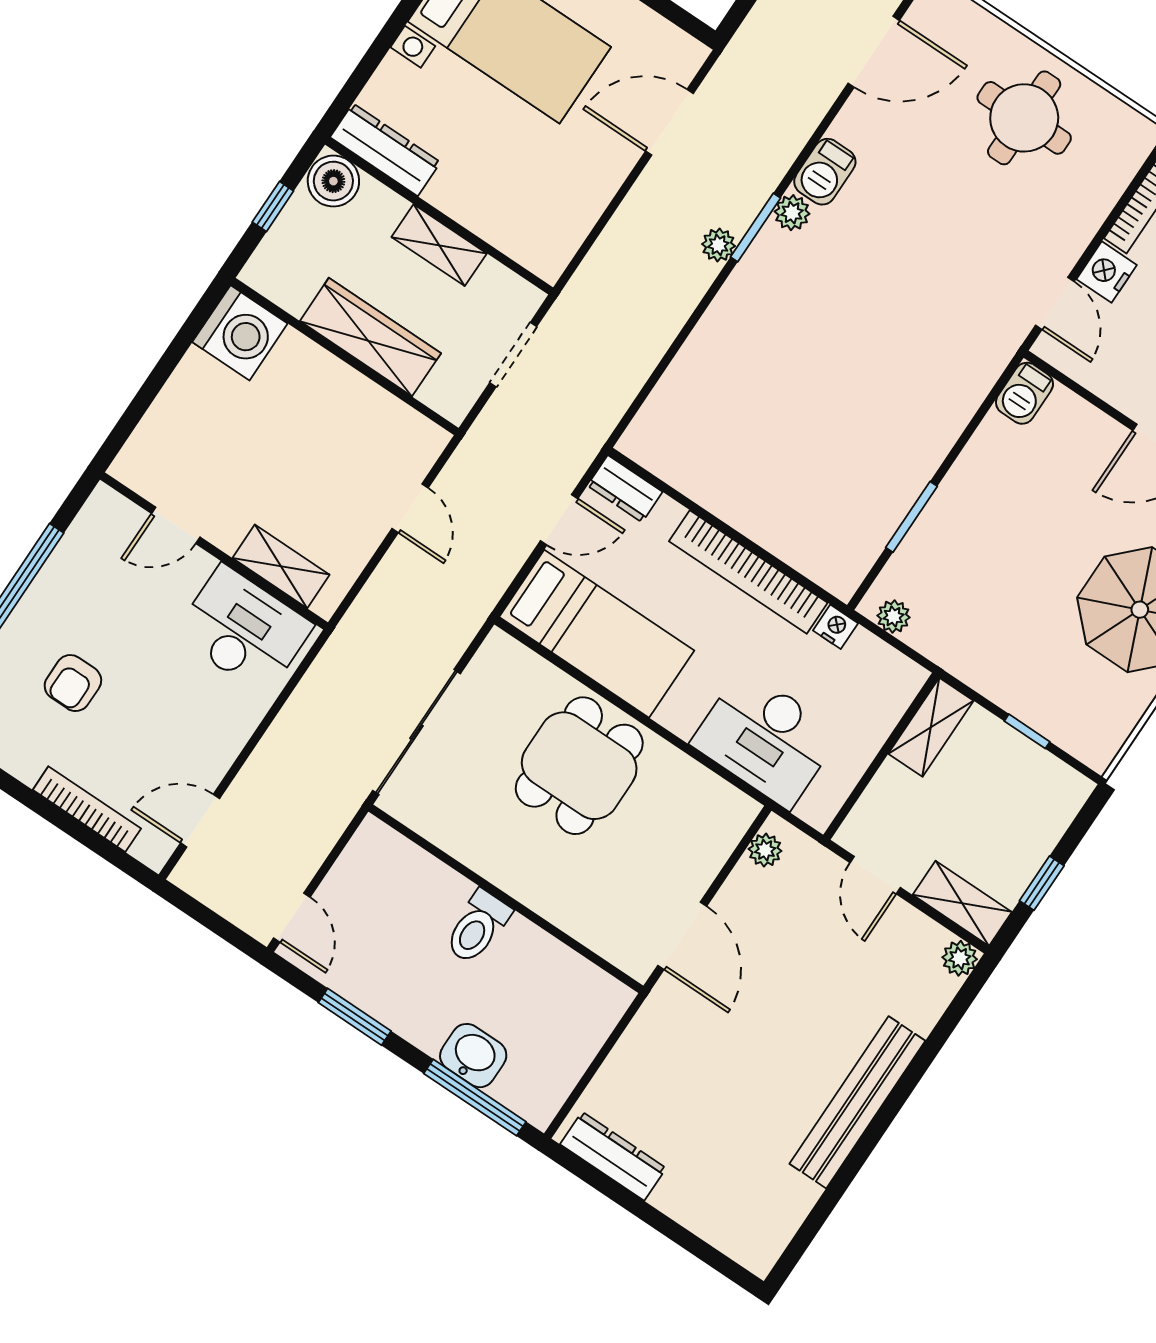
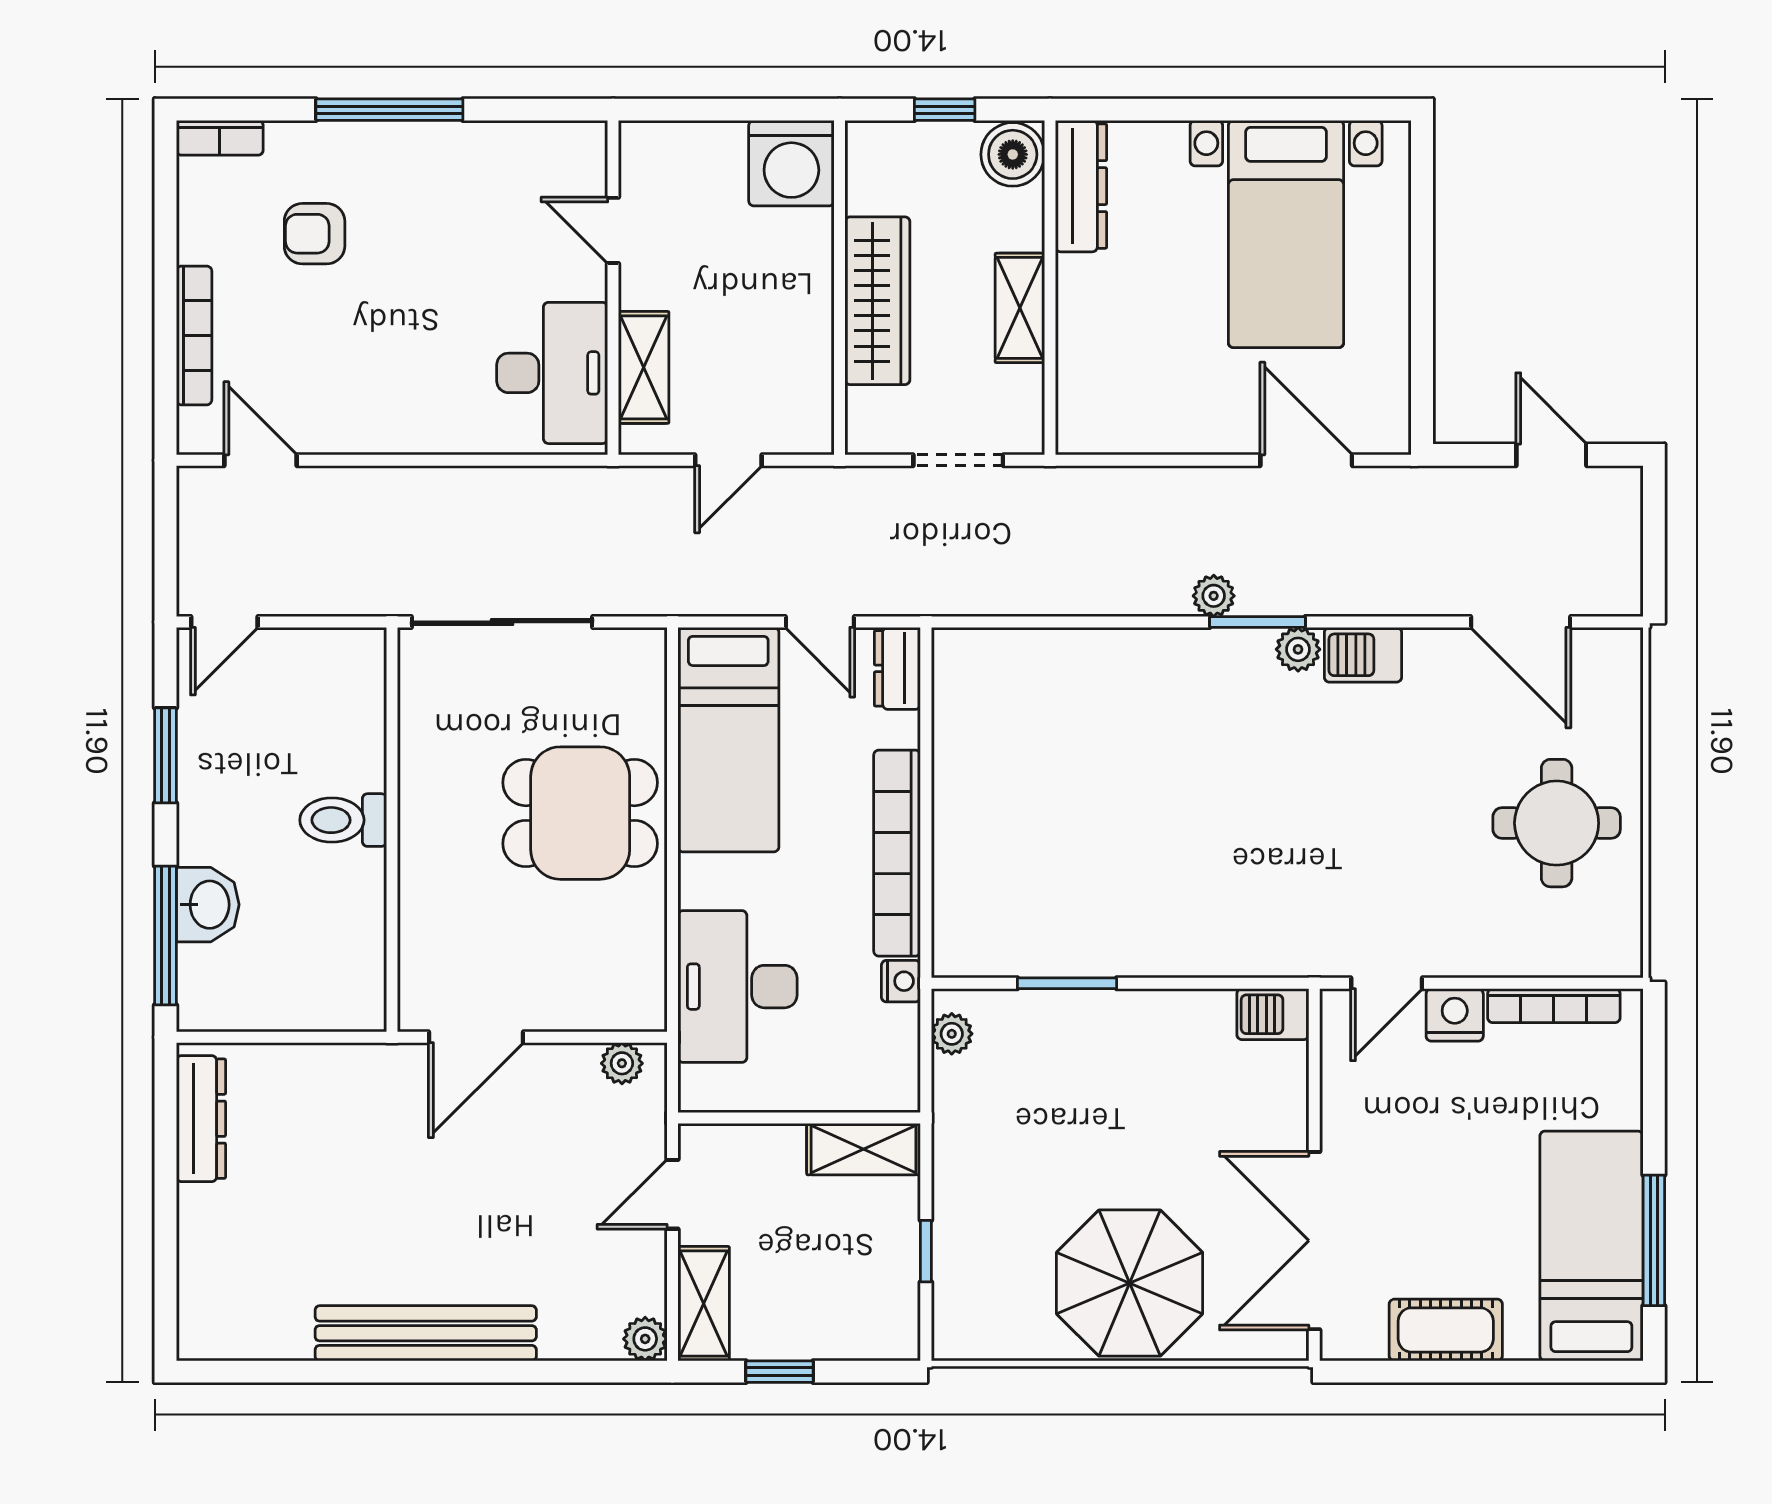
door: (176, 525) -> (613, 230), moved
wall: (214, 551) -> (613, 288), moved
shelving: (281, 566) -> (644, 367), moved
desk: (244, 630) -> (552, 373), moved

